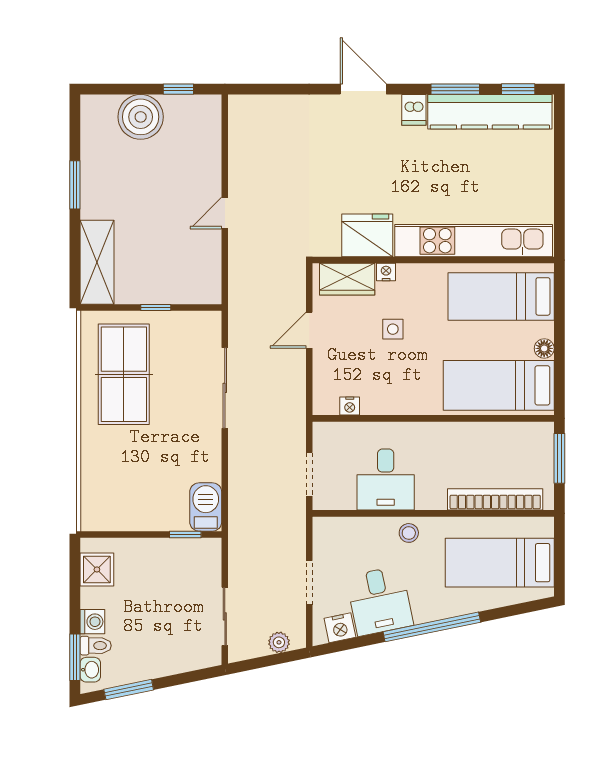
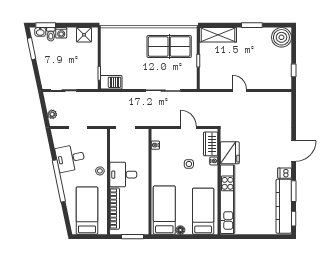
boiler: (141, 117) -> (281, 37), moved
desk: (386, 480) -> (123, 175), moved
nightstand: (340, 628) -> (59, 141), removed

